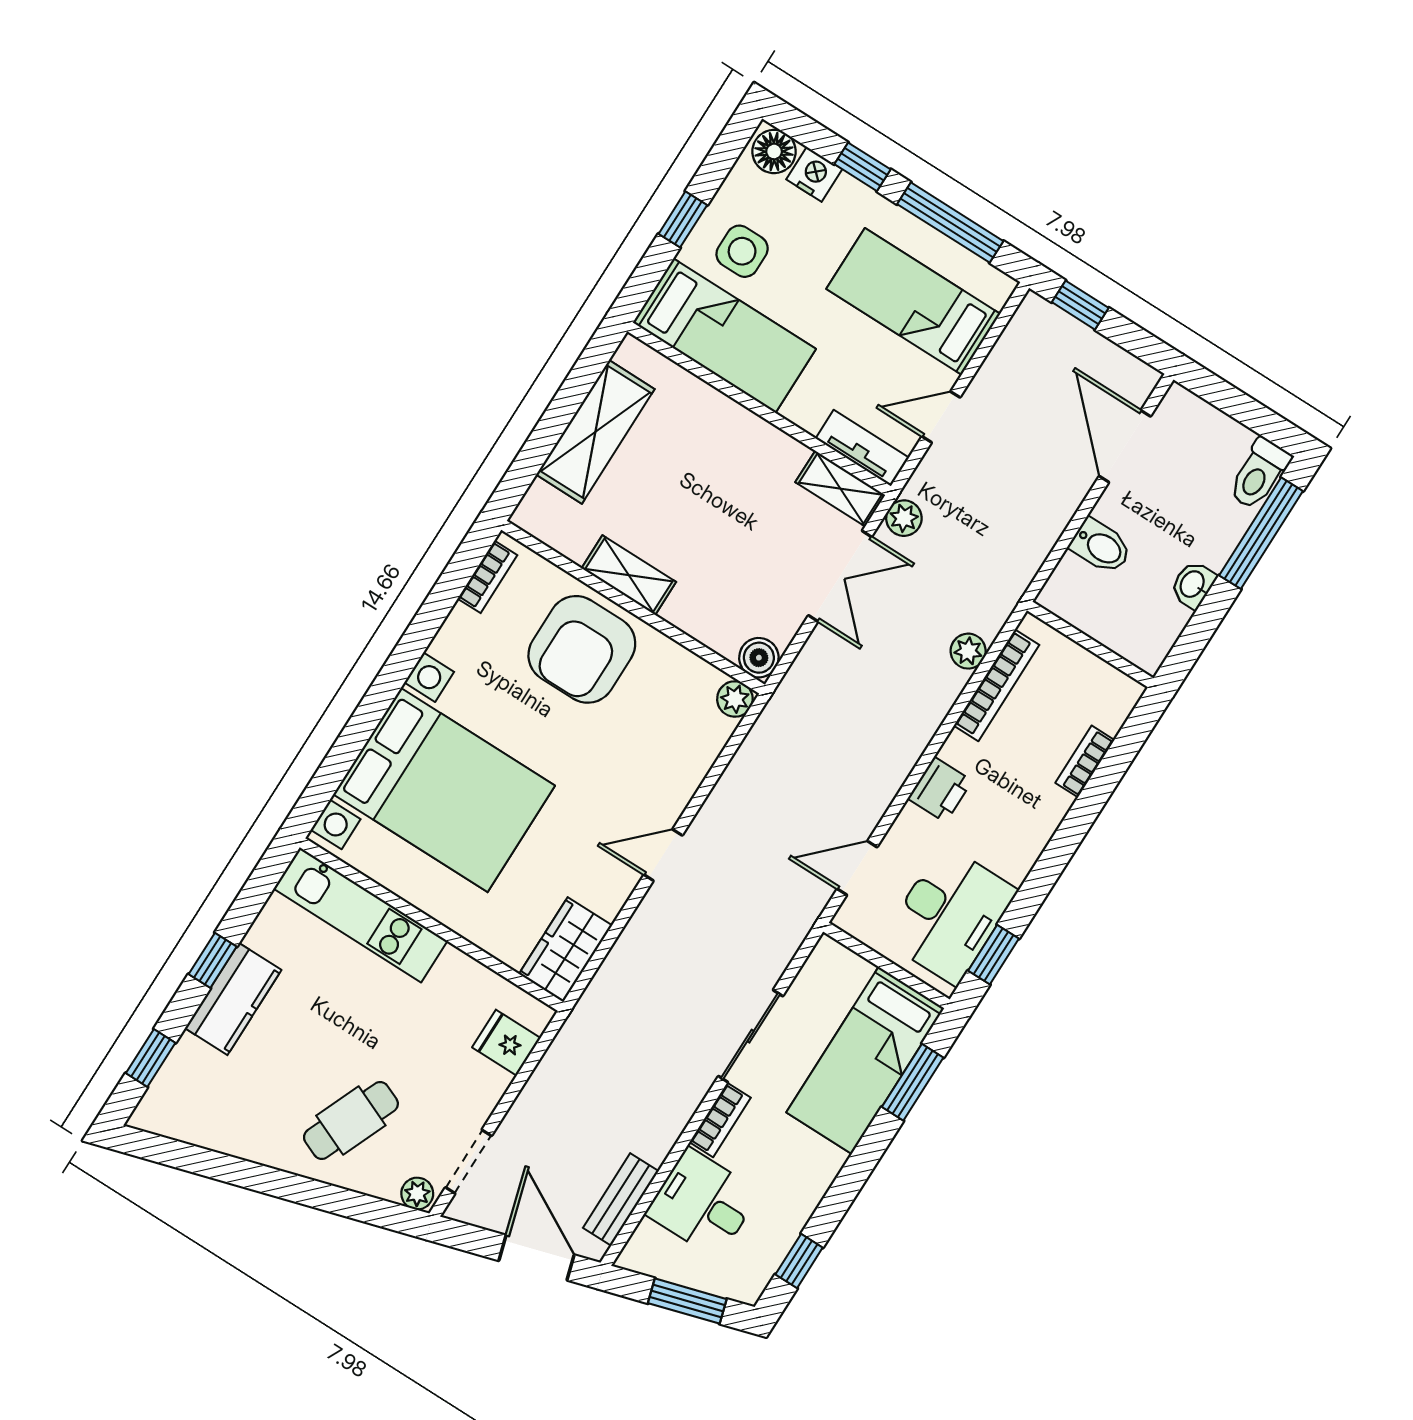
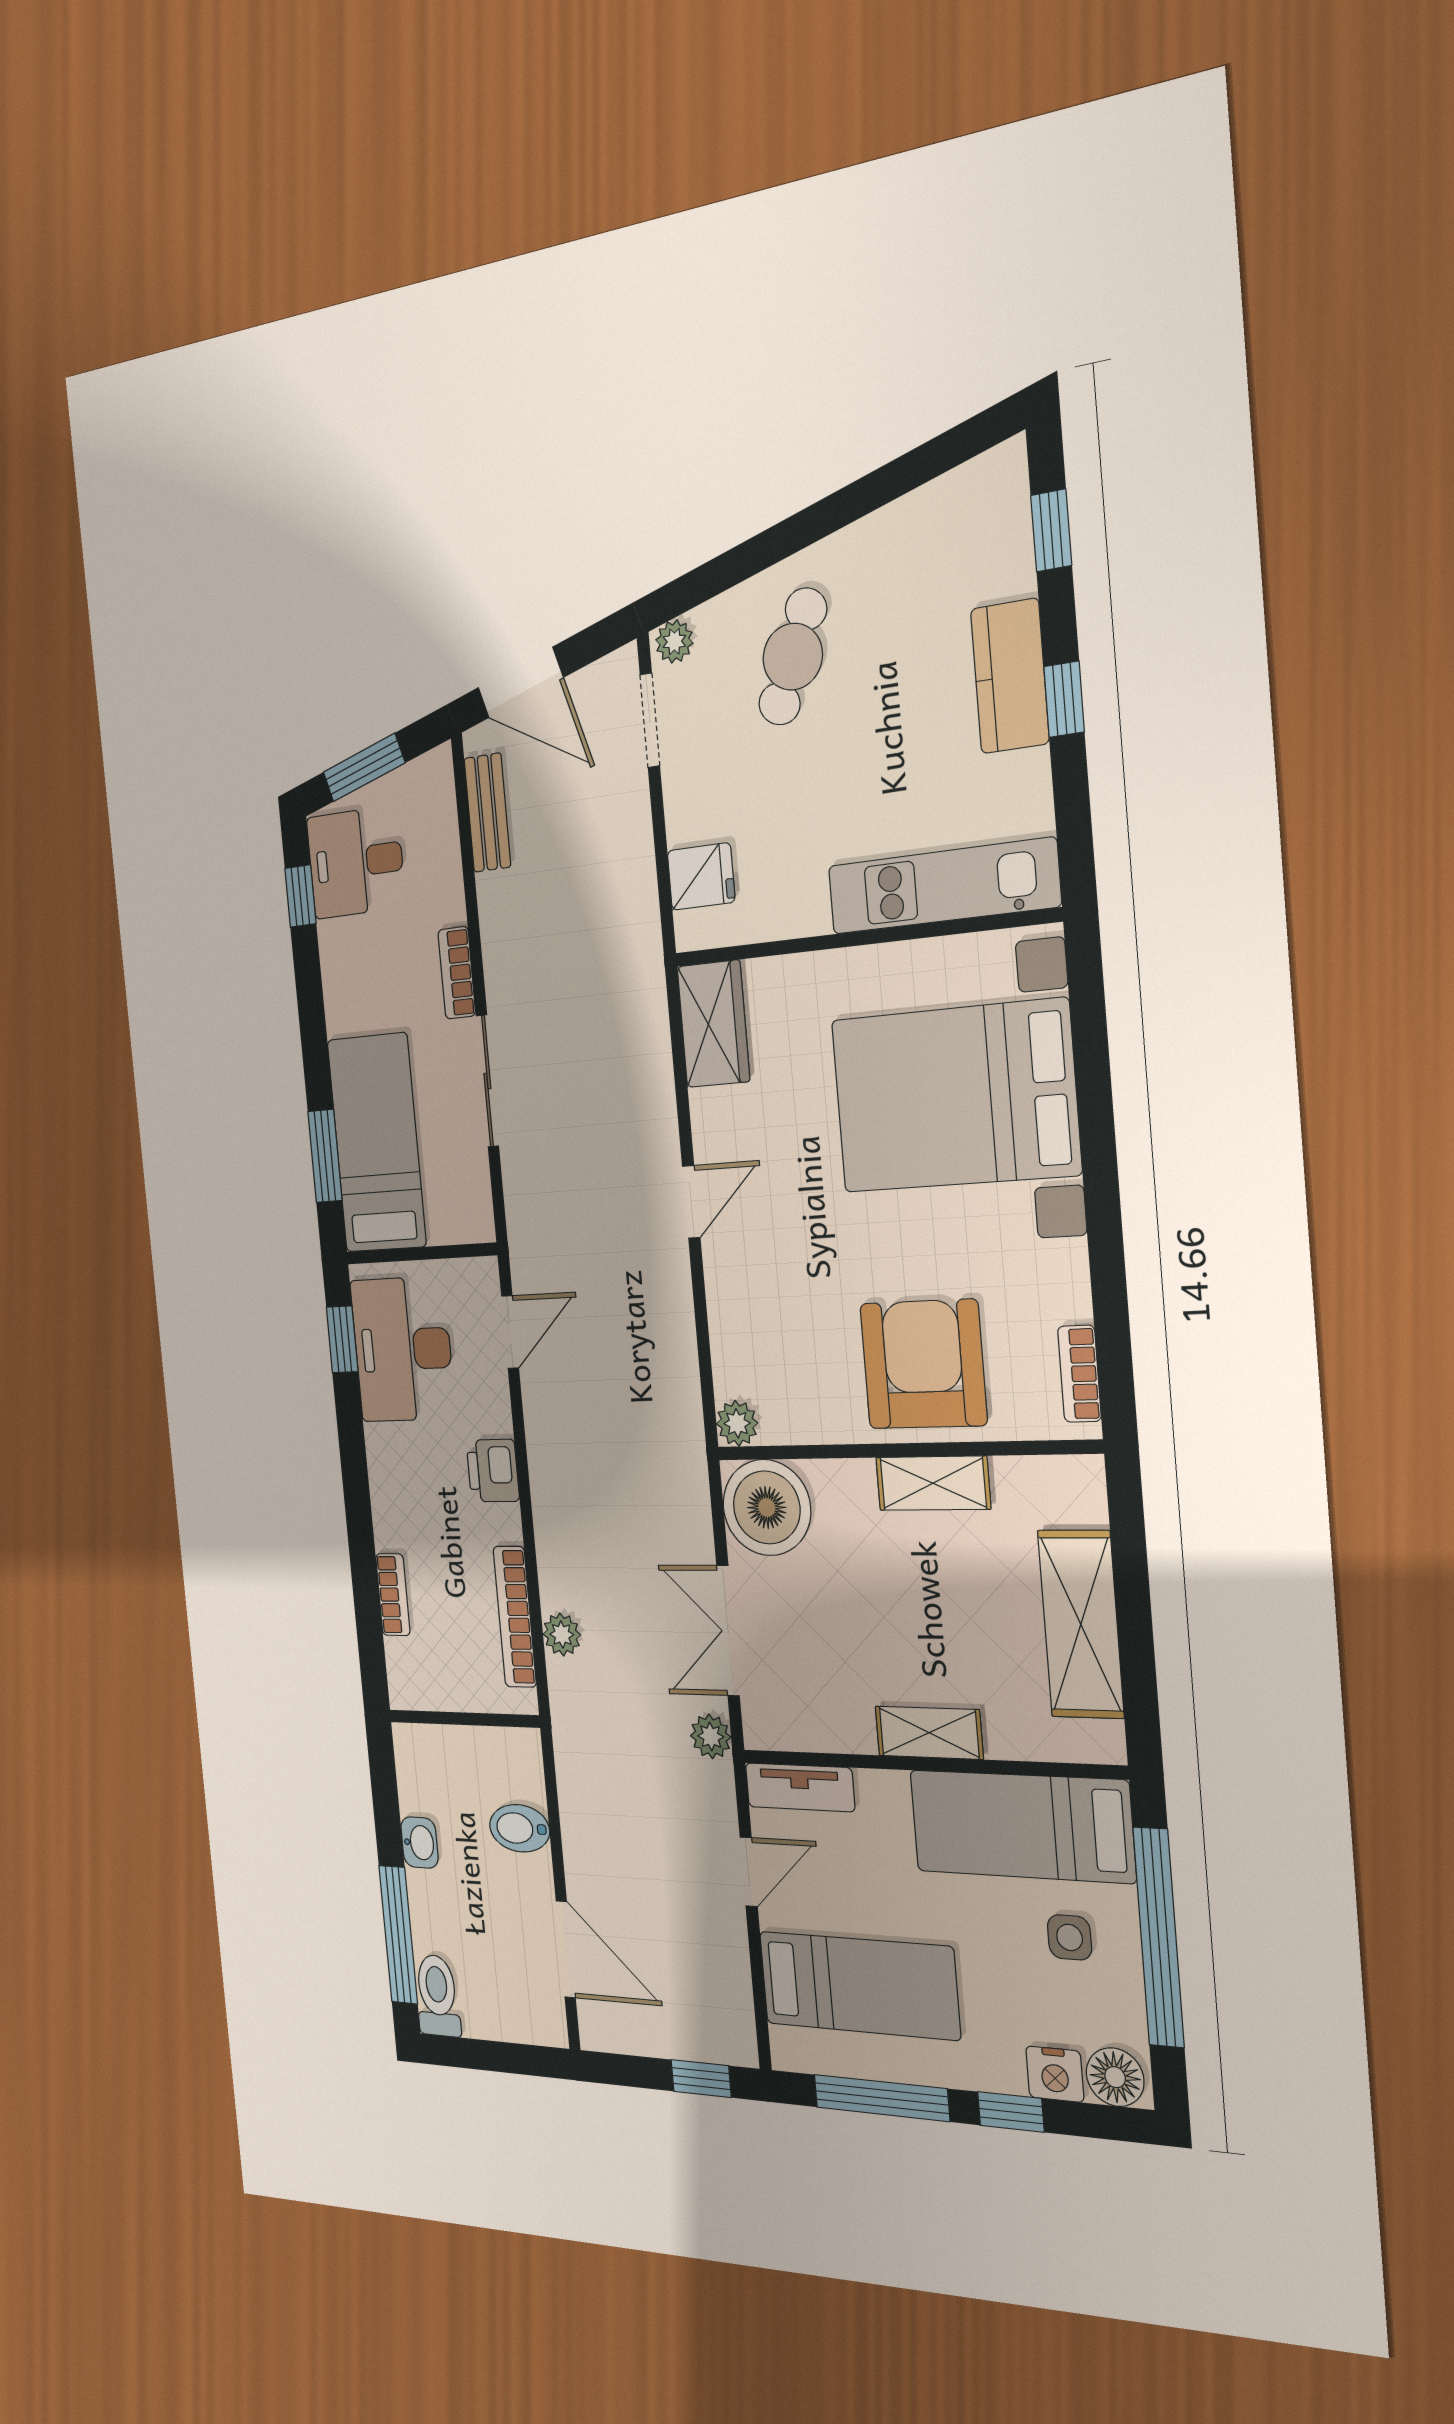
window: (683, 219) -> (1159, 1937), width x3.17
side table: (742, 251) -> (1070, 1937), width x0.73, depth x0.73
shelving: (840, 489) -> (929, 1733), moved
boiler: (759, 658) -> (767, 1507), width x1.86, depth x1.86
desk: (703, 1203) -> (356, 862), moved, turned 180

